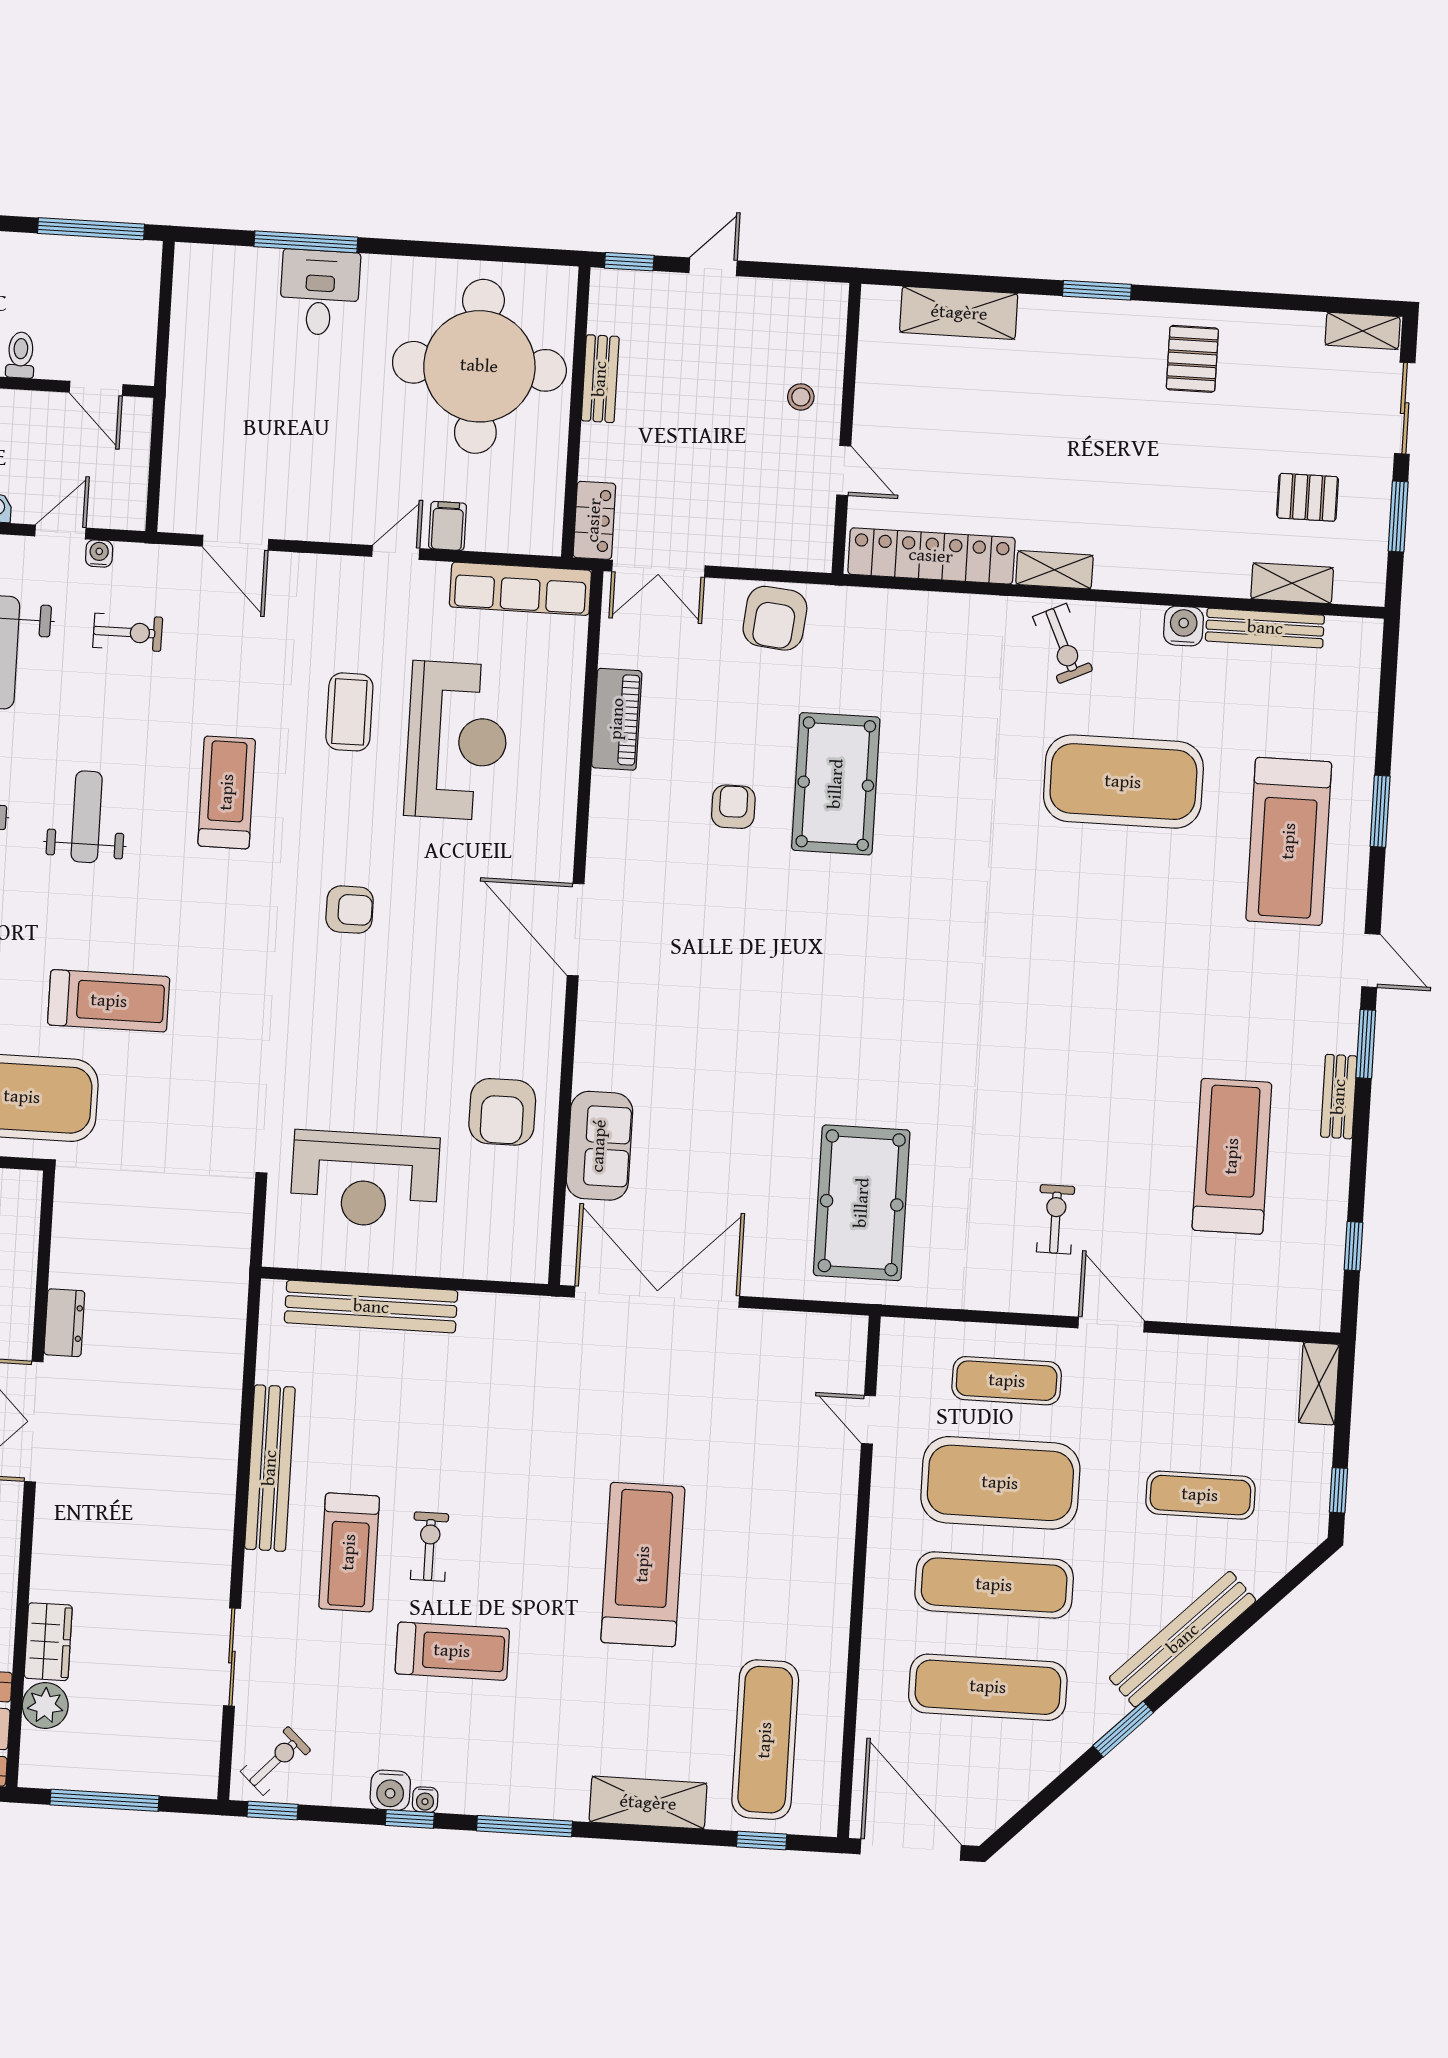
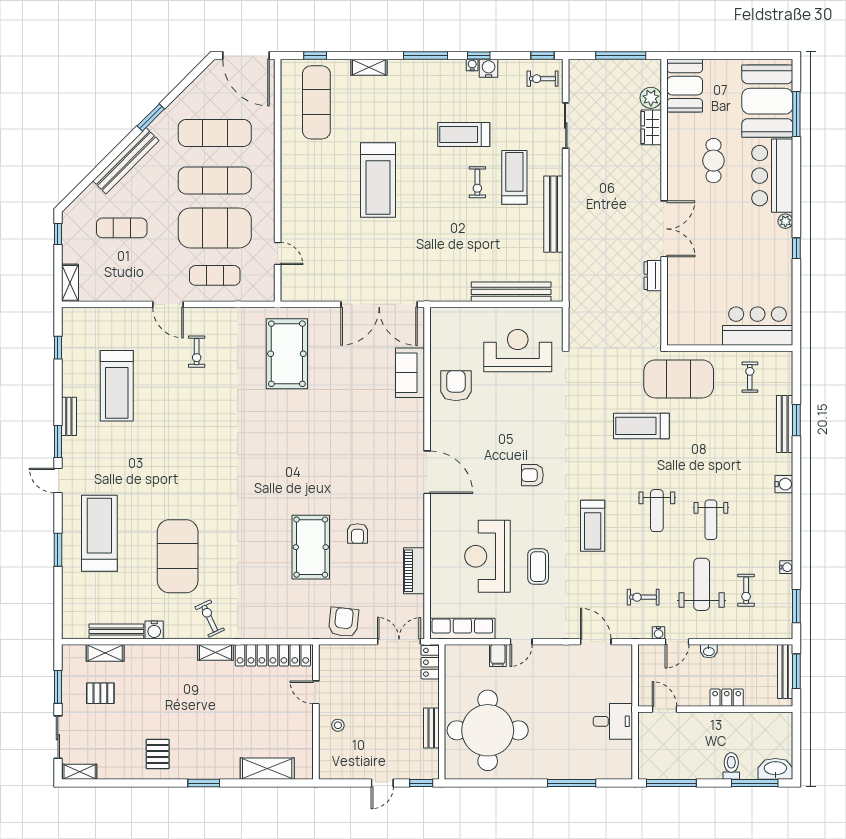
desk: (320, 293) -> (613, 721), moved, turned -90
toilet: (21, 355) -> (701, 723), removed
exercise mat: (1123, 782) -> (178, 556), turned 90
exercise bike: (276, 1761) -> (543, 79), turned 47
shelving: (648, 1803) -> (369, 67), width x0.67, depth x0.75

